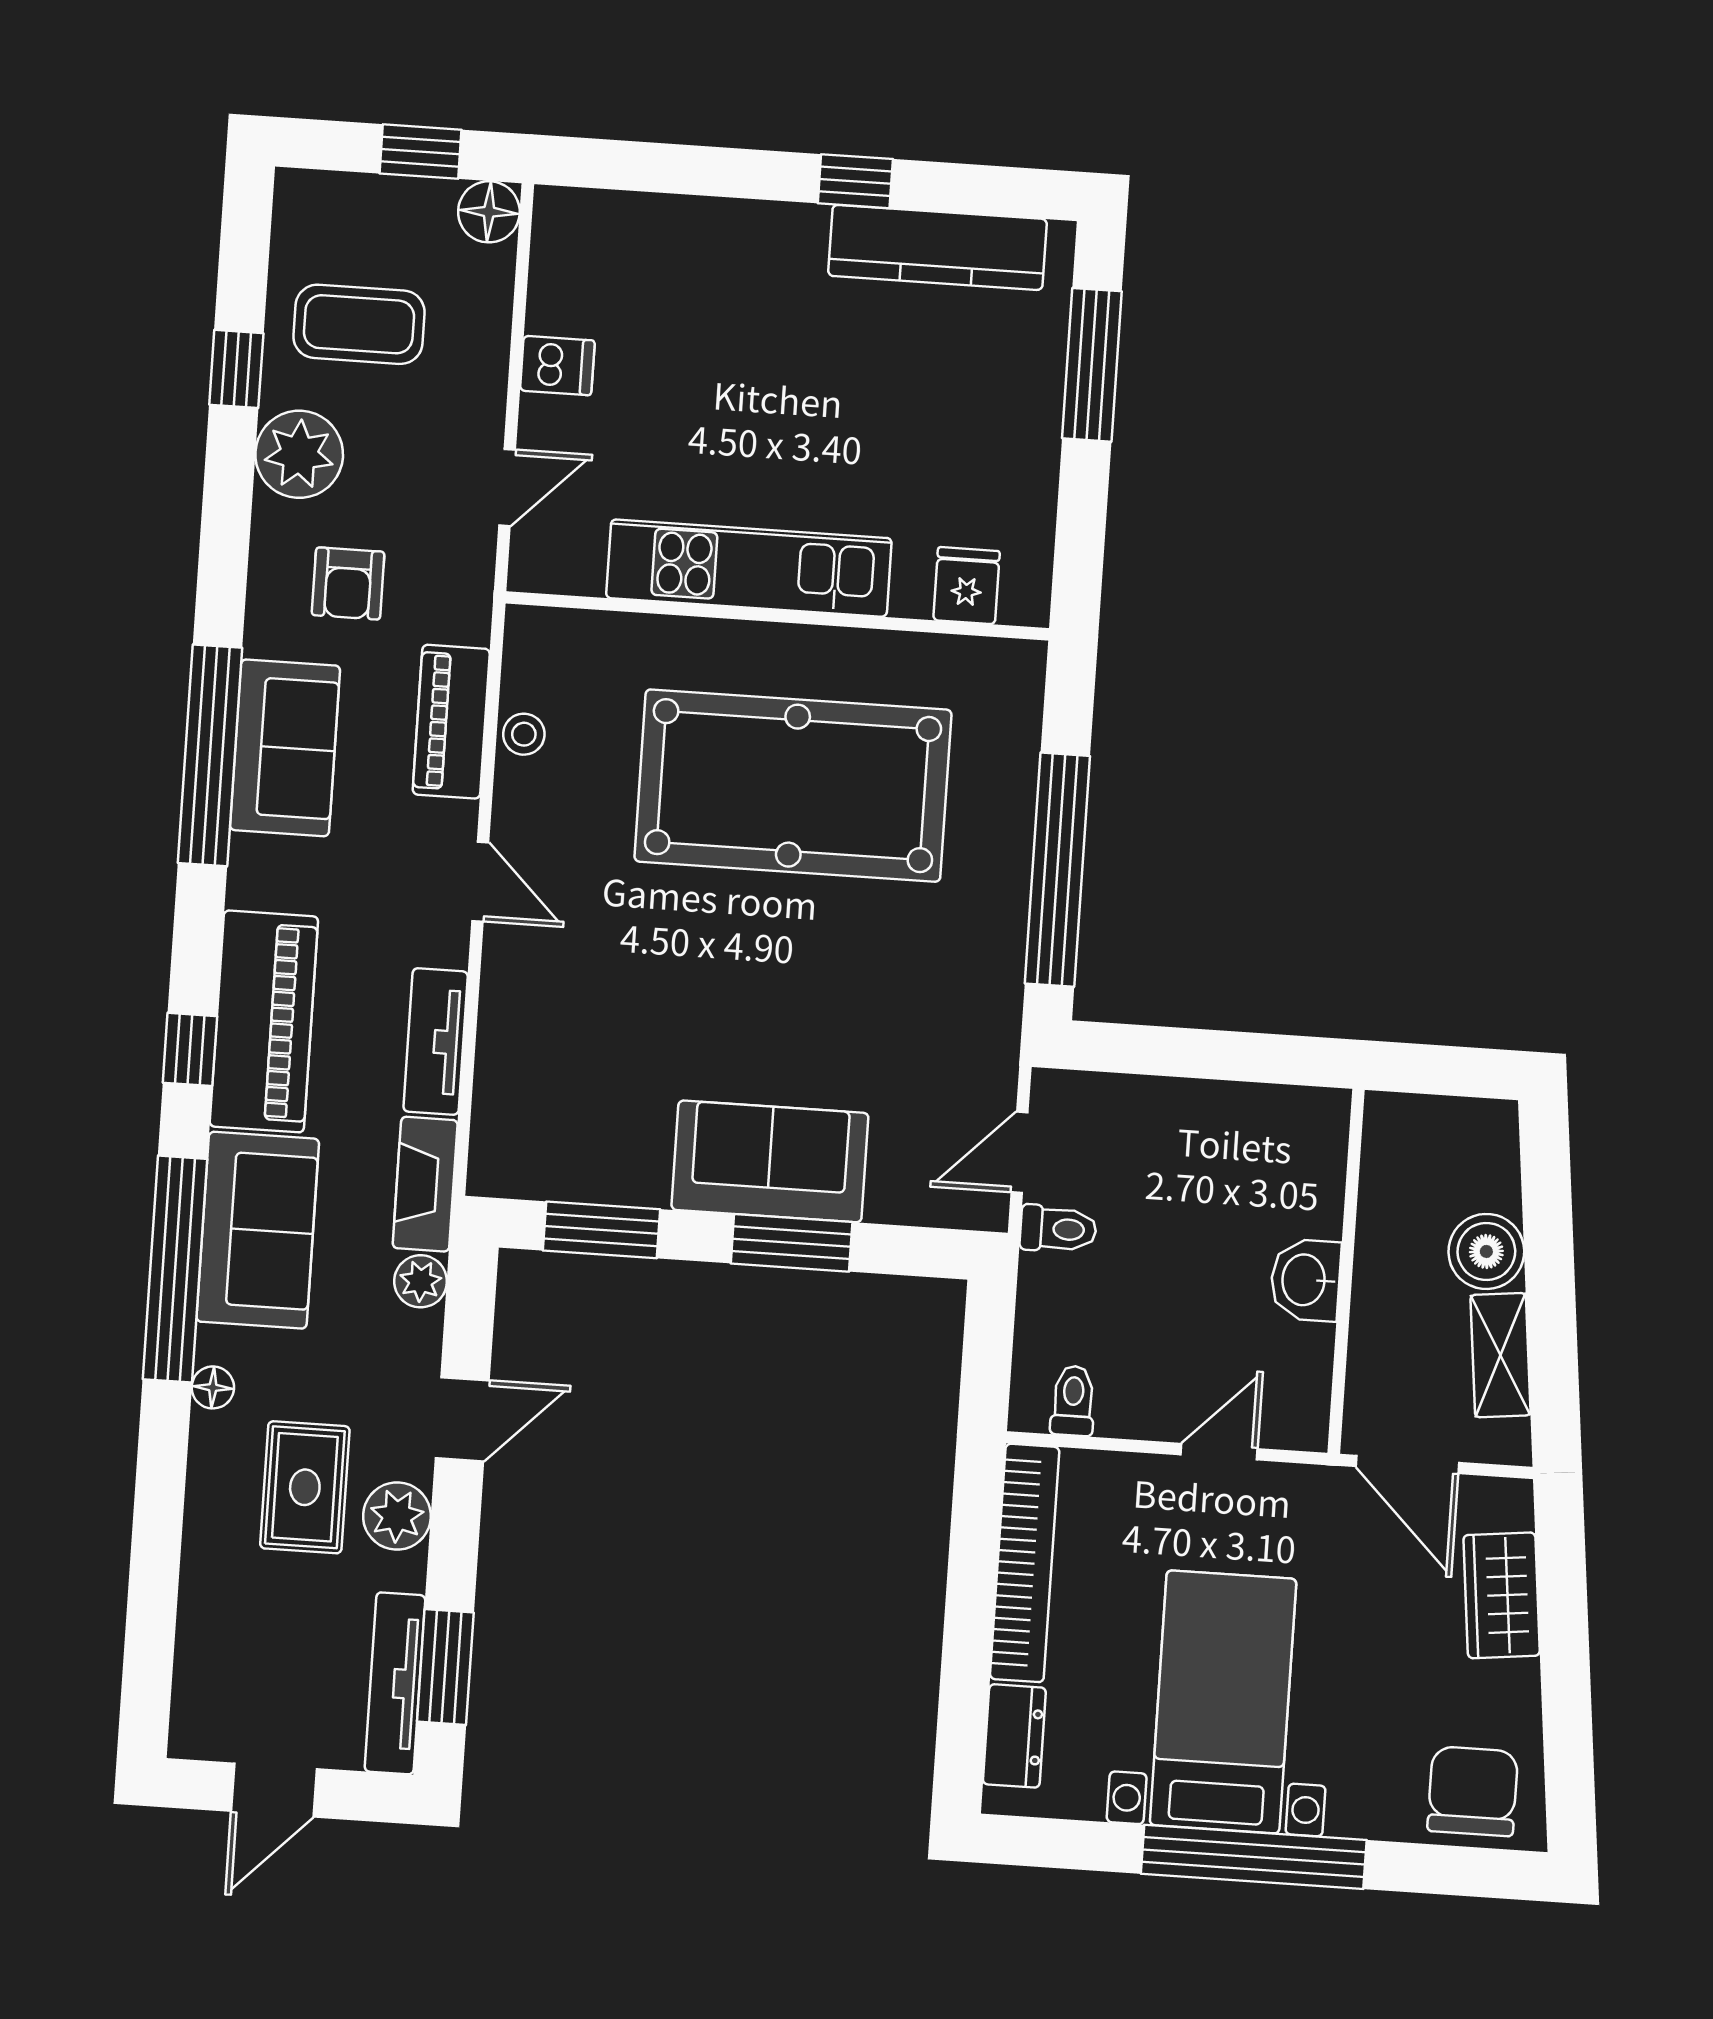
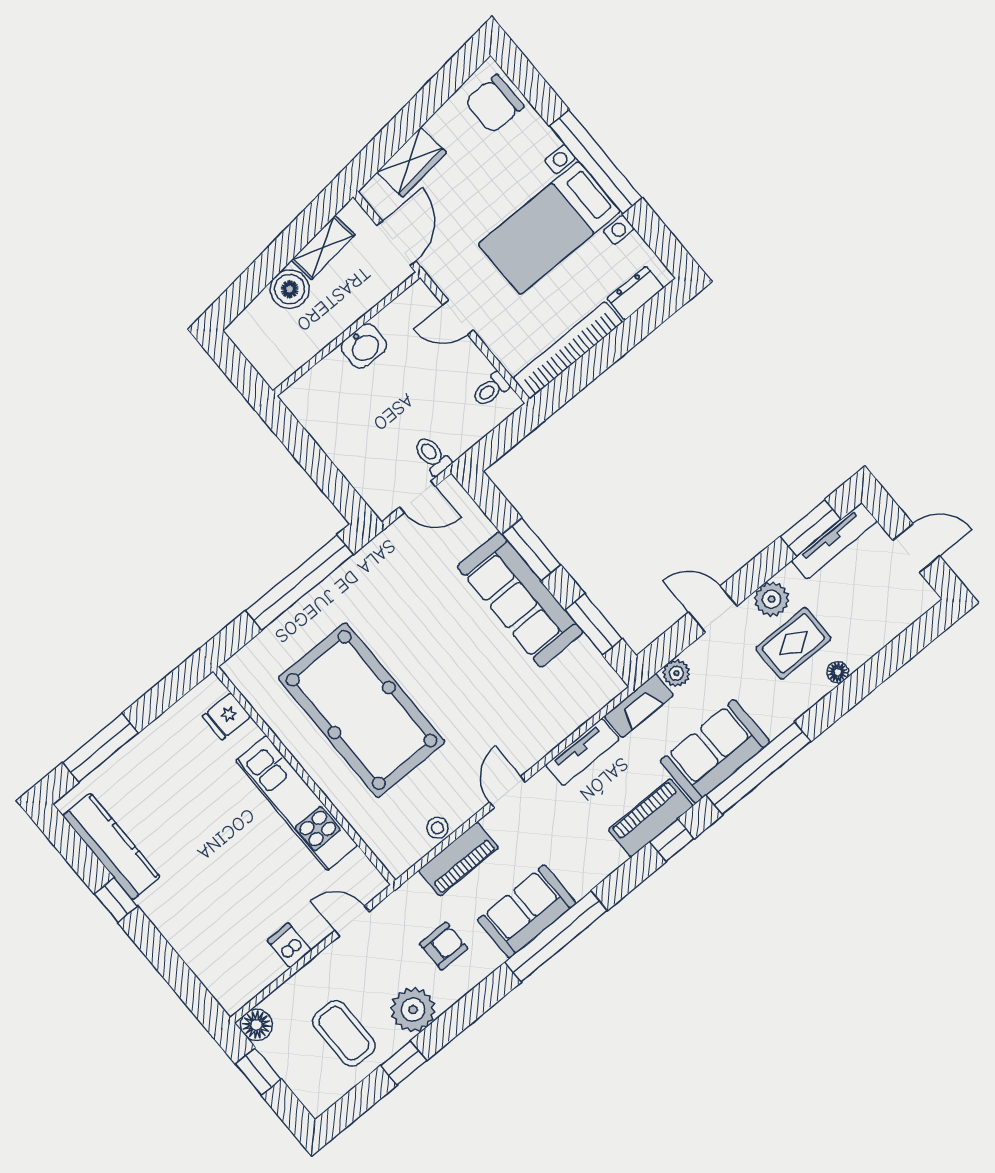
piano: (264, 1021) -> (651, 818), width x0.73, depth x0.75
sofa: (770, 1161) -> (520, 600), width x1.36
floor lamp: (213, 1387) -> (838, 672), moved

